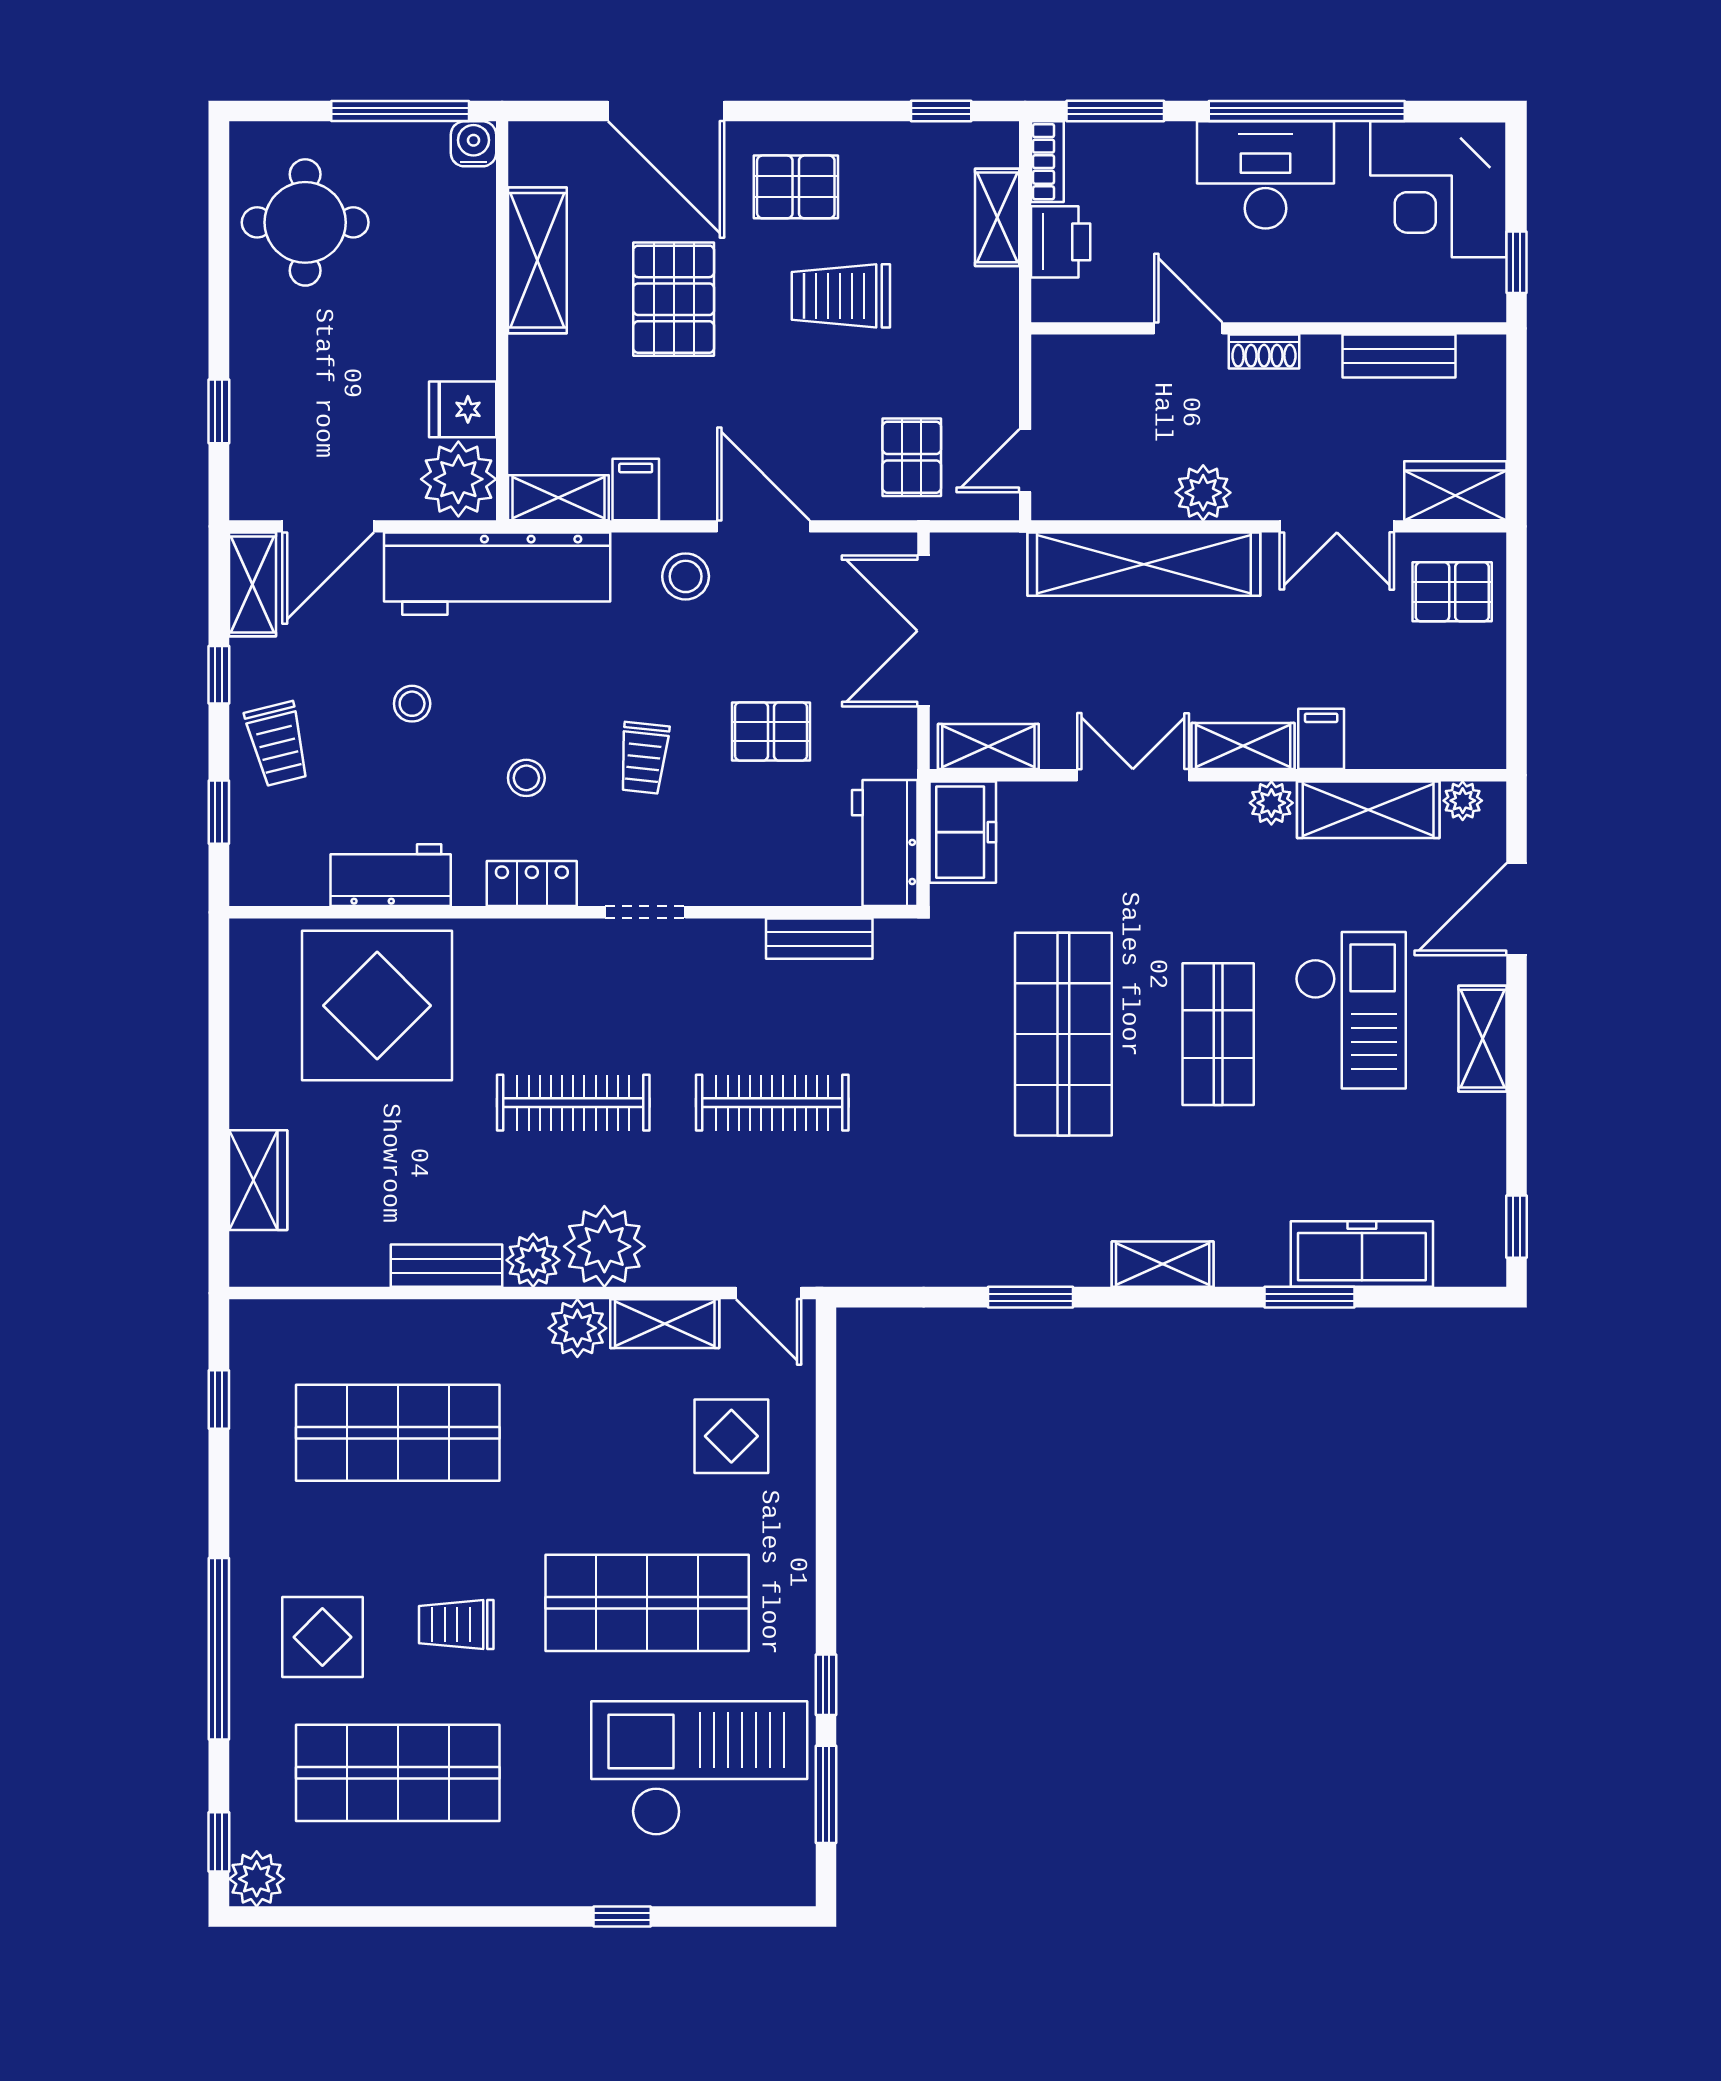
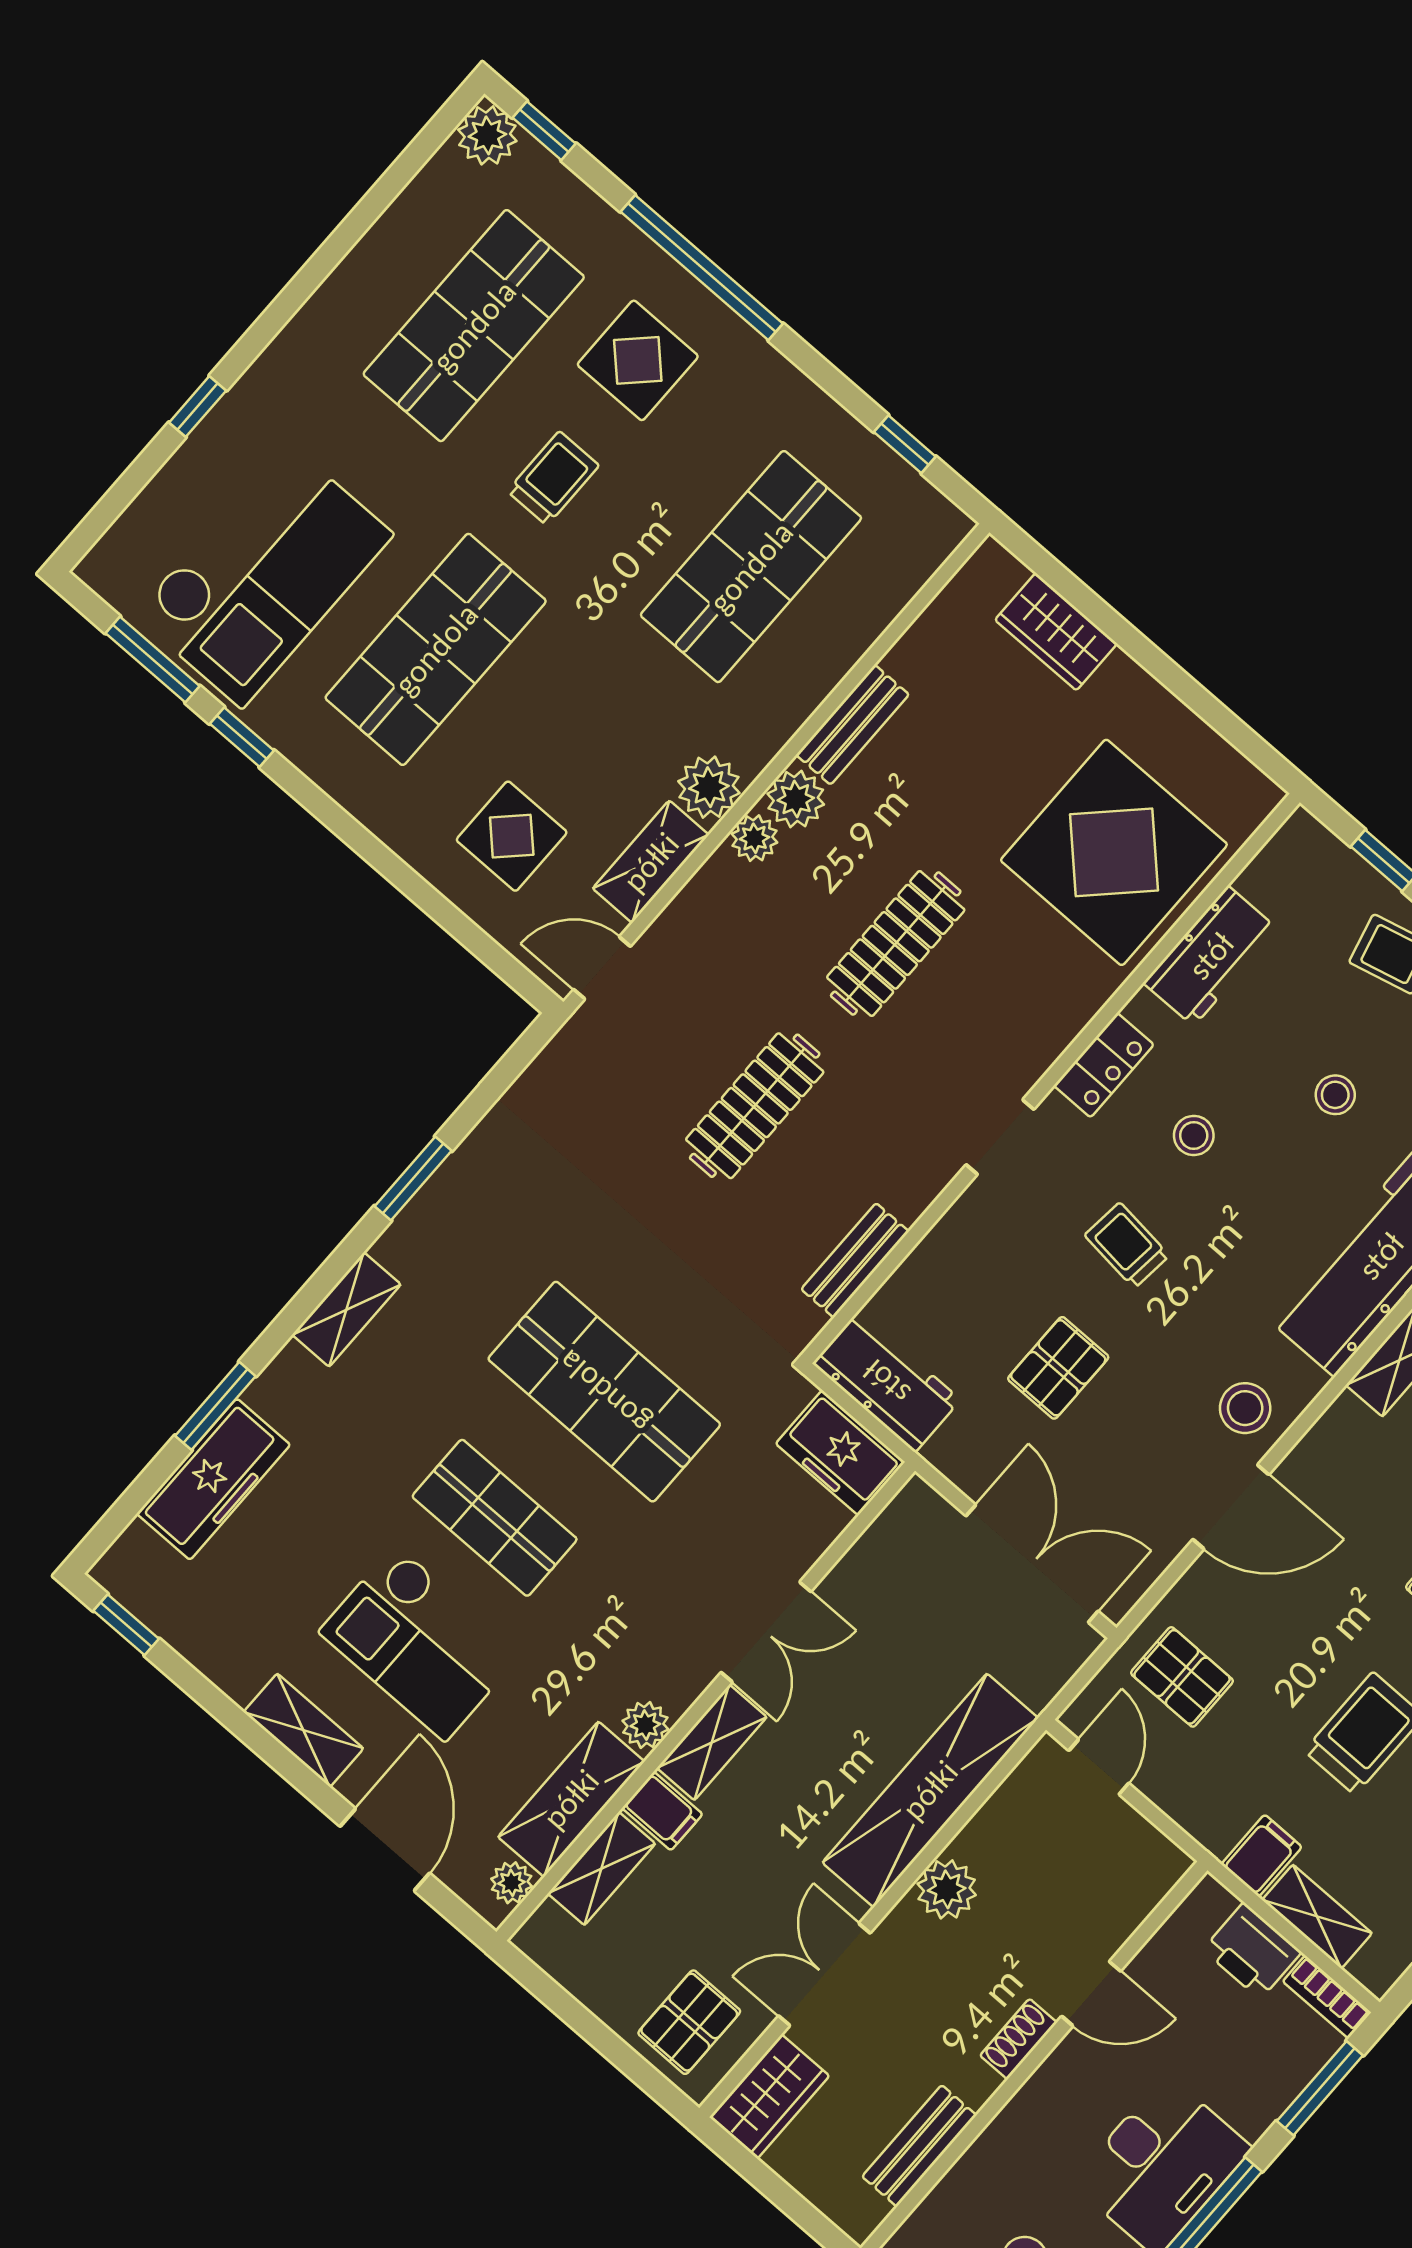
filing cabinet: (636, 490) -> (1262, 1856), moved, turned -90
shelving: (988, 746) -> (602, 1868), moved
plant: (604, 1246) -> (754, 838), width x0.53, depth x0.53

